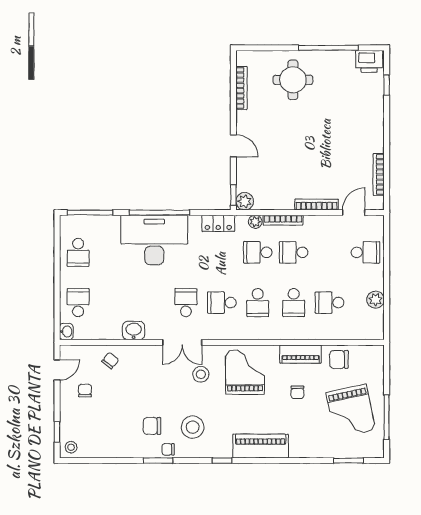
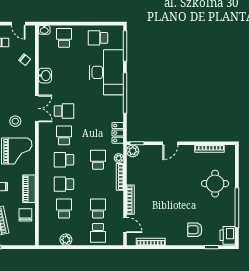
armchair: (361, 110) -> (195, 230), added
desk: (154, 240) -> (106, 72), moved
school desk: (294, 252) -> (98, 208), moved
school desk: (78, 303) -> (64, 38), turned -90
double door: (182, 342) -> (37, 108), swing flipped

